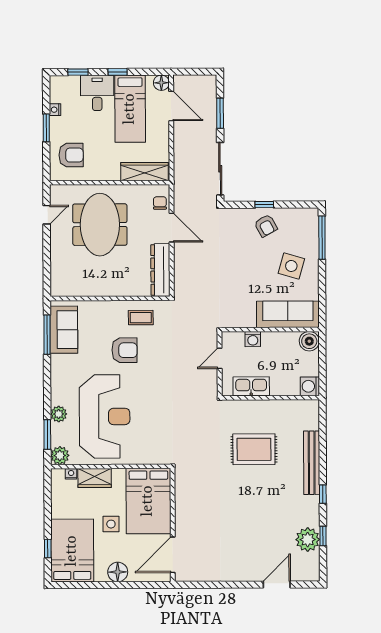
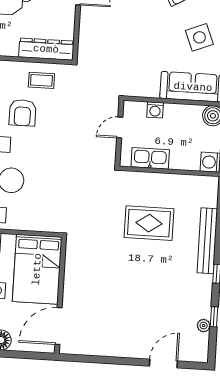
side table: (291, 266) -> (199, 37), turned -38
dresser: (160, 270) -> (46, 49), moved, turned 90
armchair: (124, 350) -> (23, 113), turned 90
plant: (308, 540) -> (204, 326), width x0.53, depth x0.53

